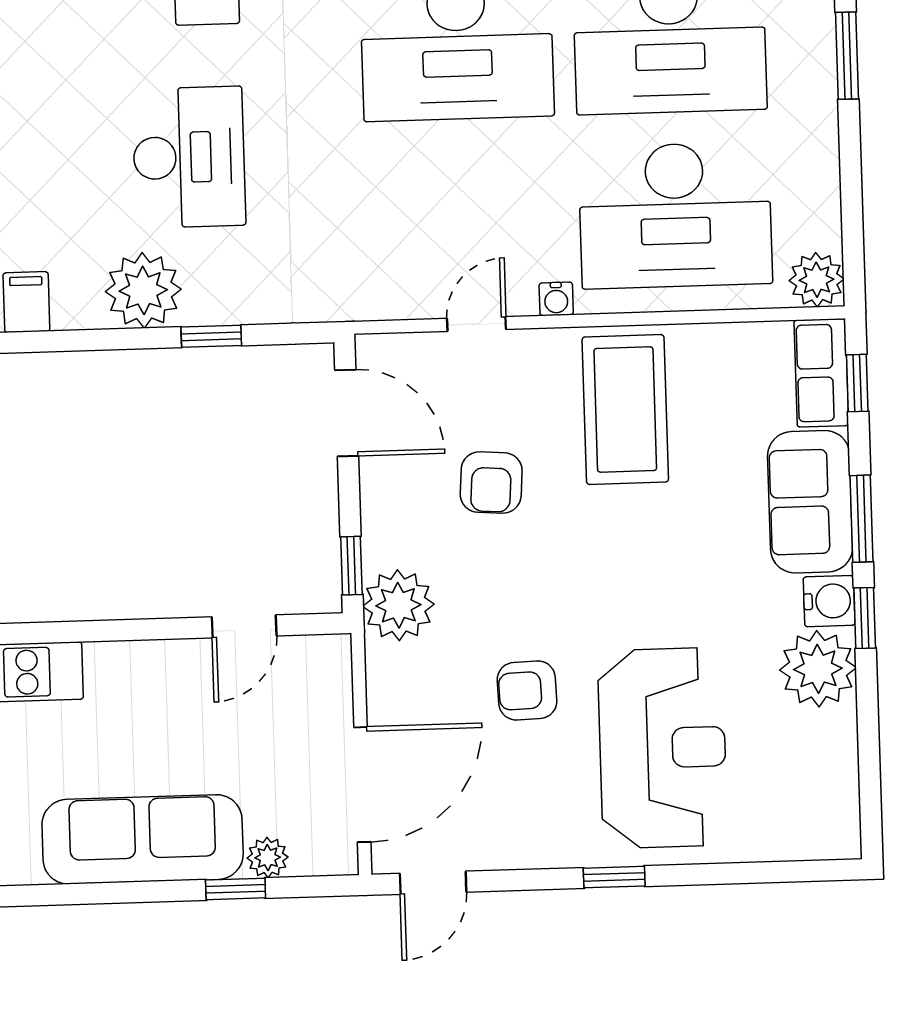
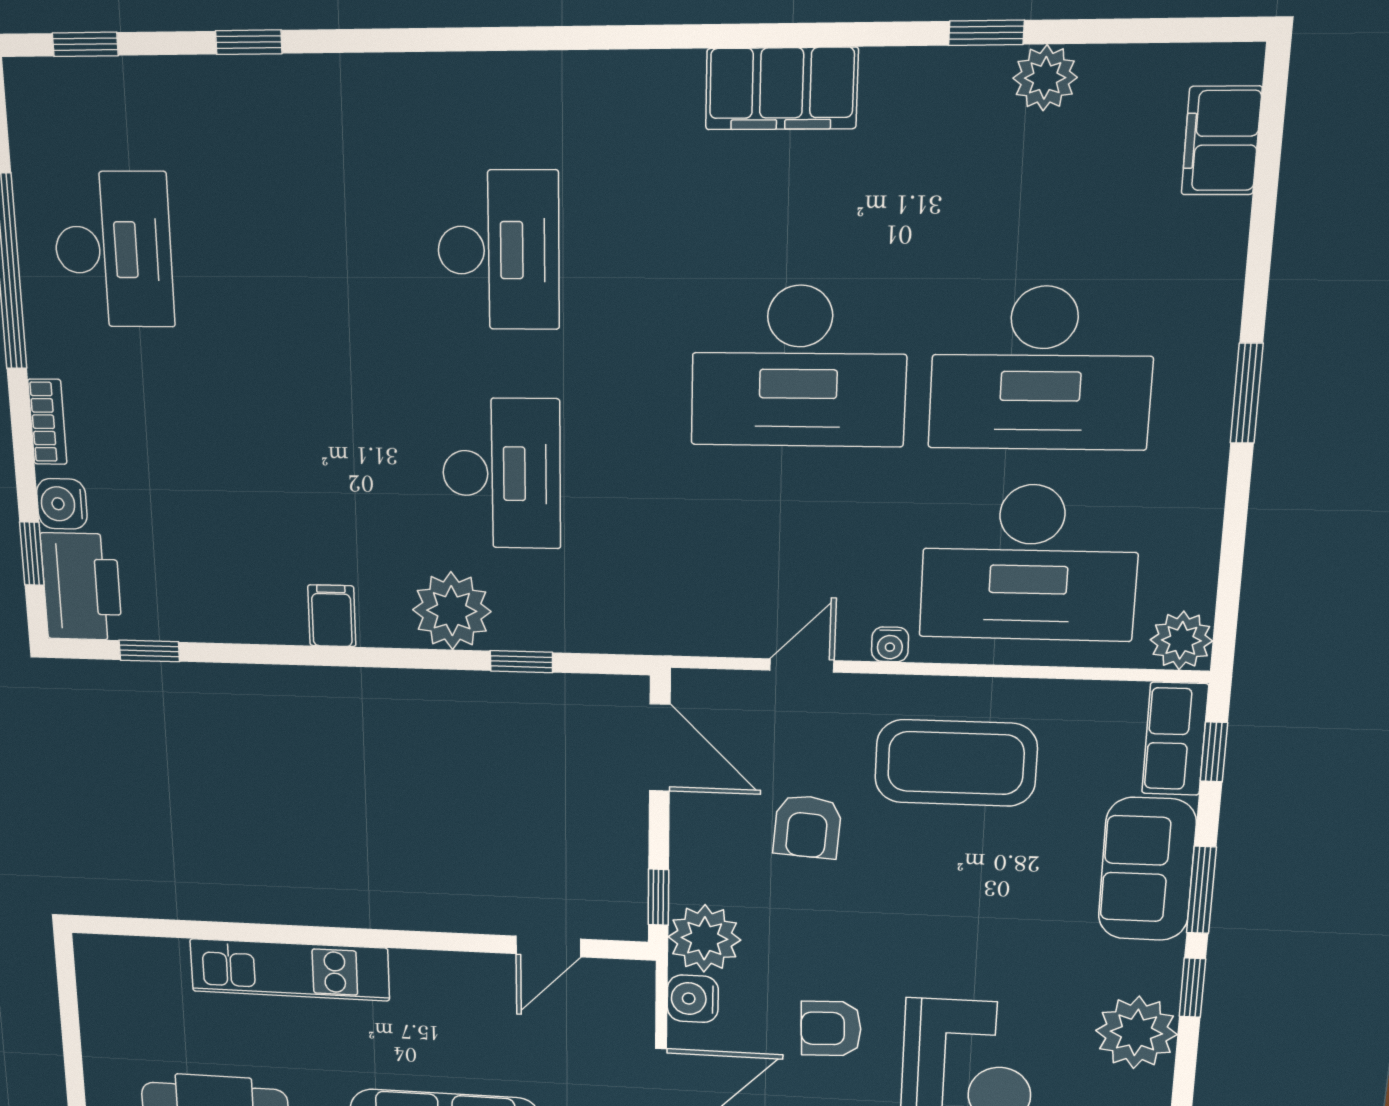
coffee table: (625, 410) -> (956, 763), turned 90
water cooler: (829, 601) -> (693, 999), moved, turned 180

